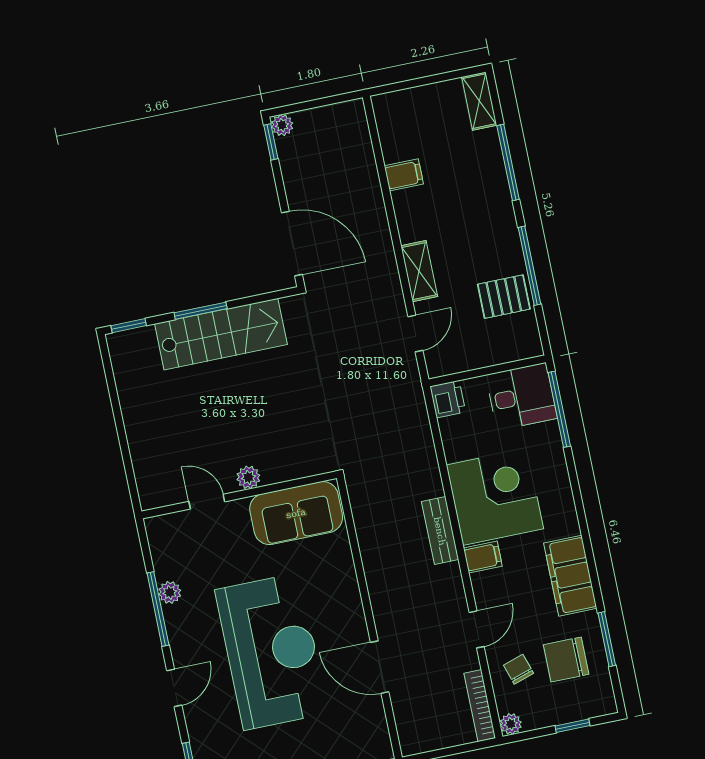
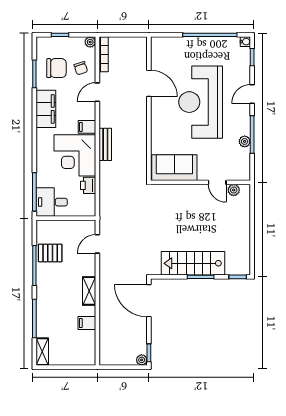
shelving: (419, 271) -> (89, 291), moved
printer: (448, 399) -> (88, 185), moved
plant: (248, 477) -> (234, 190), moved

